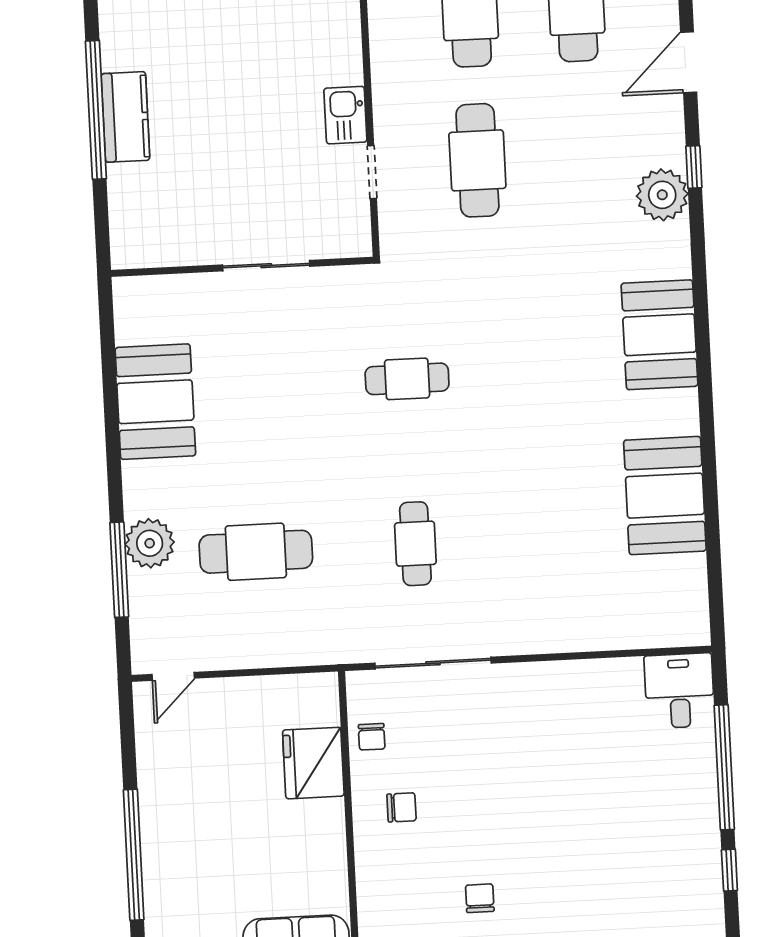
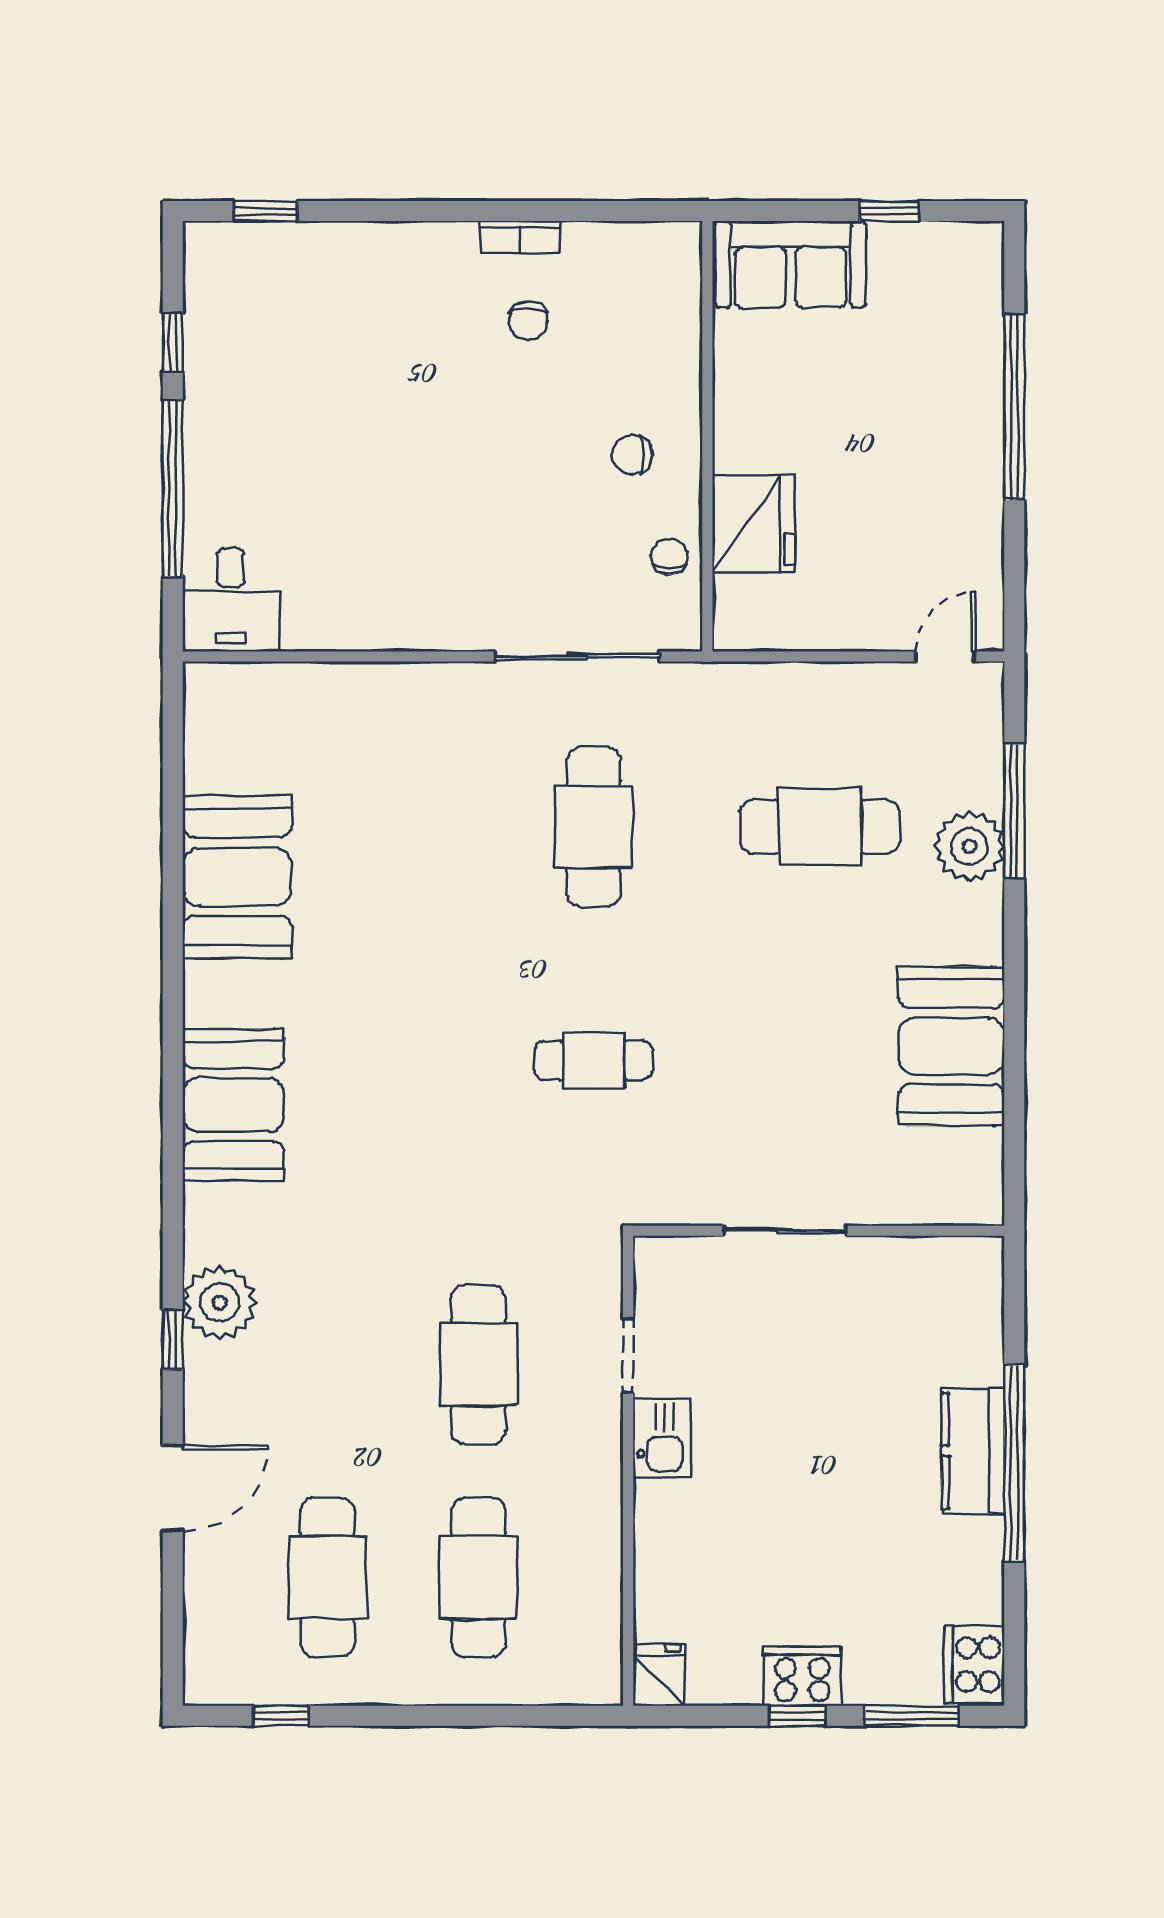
cafe table: (415, 544) -> (594, 827), width x1.37, depth x1.35

